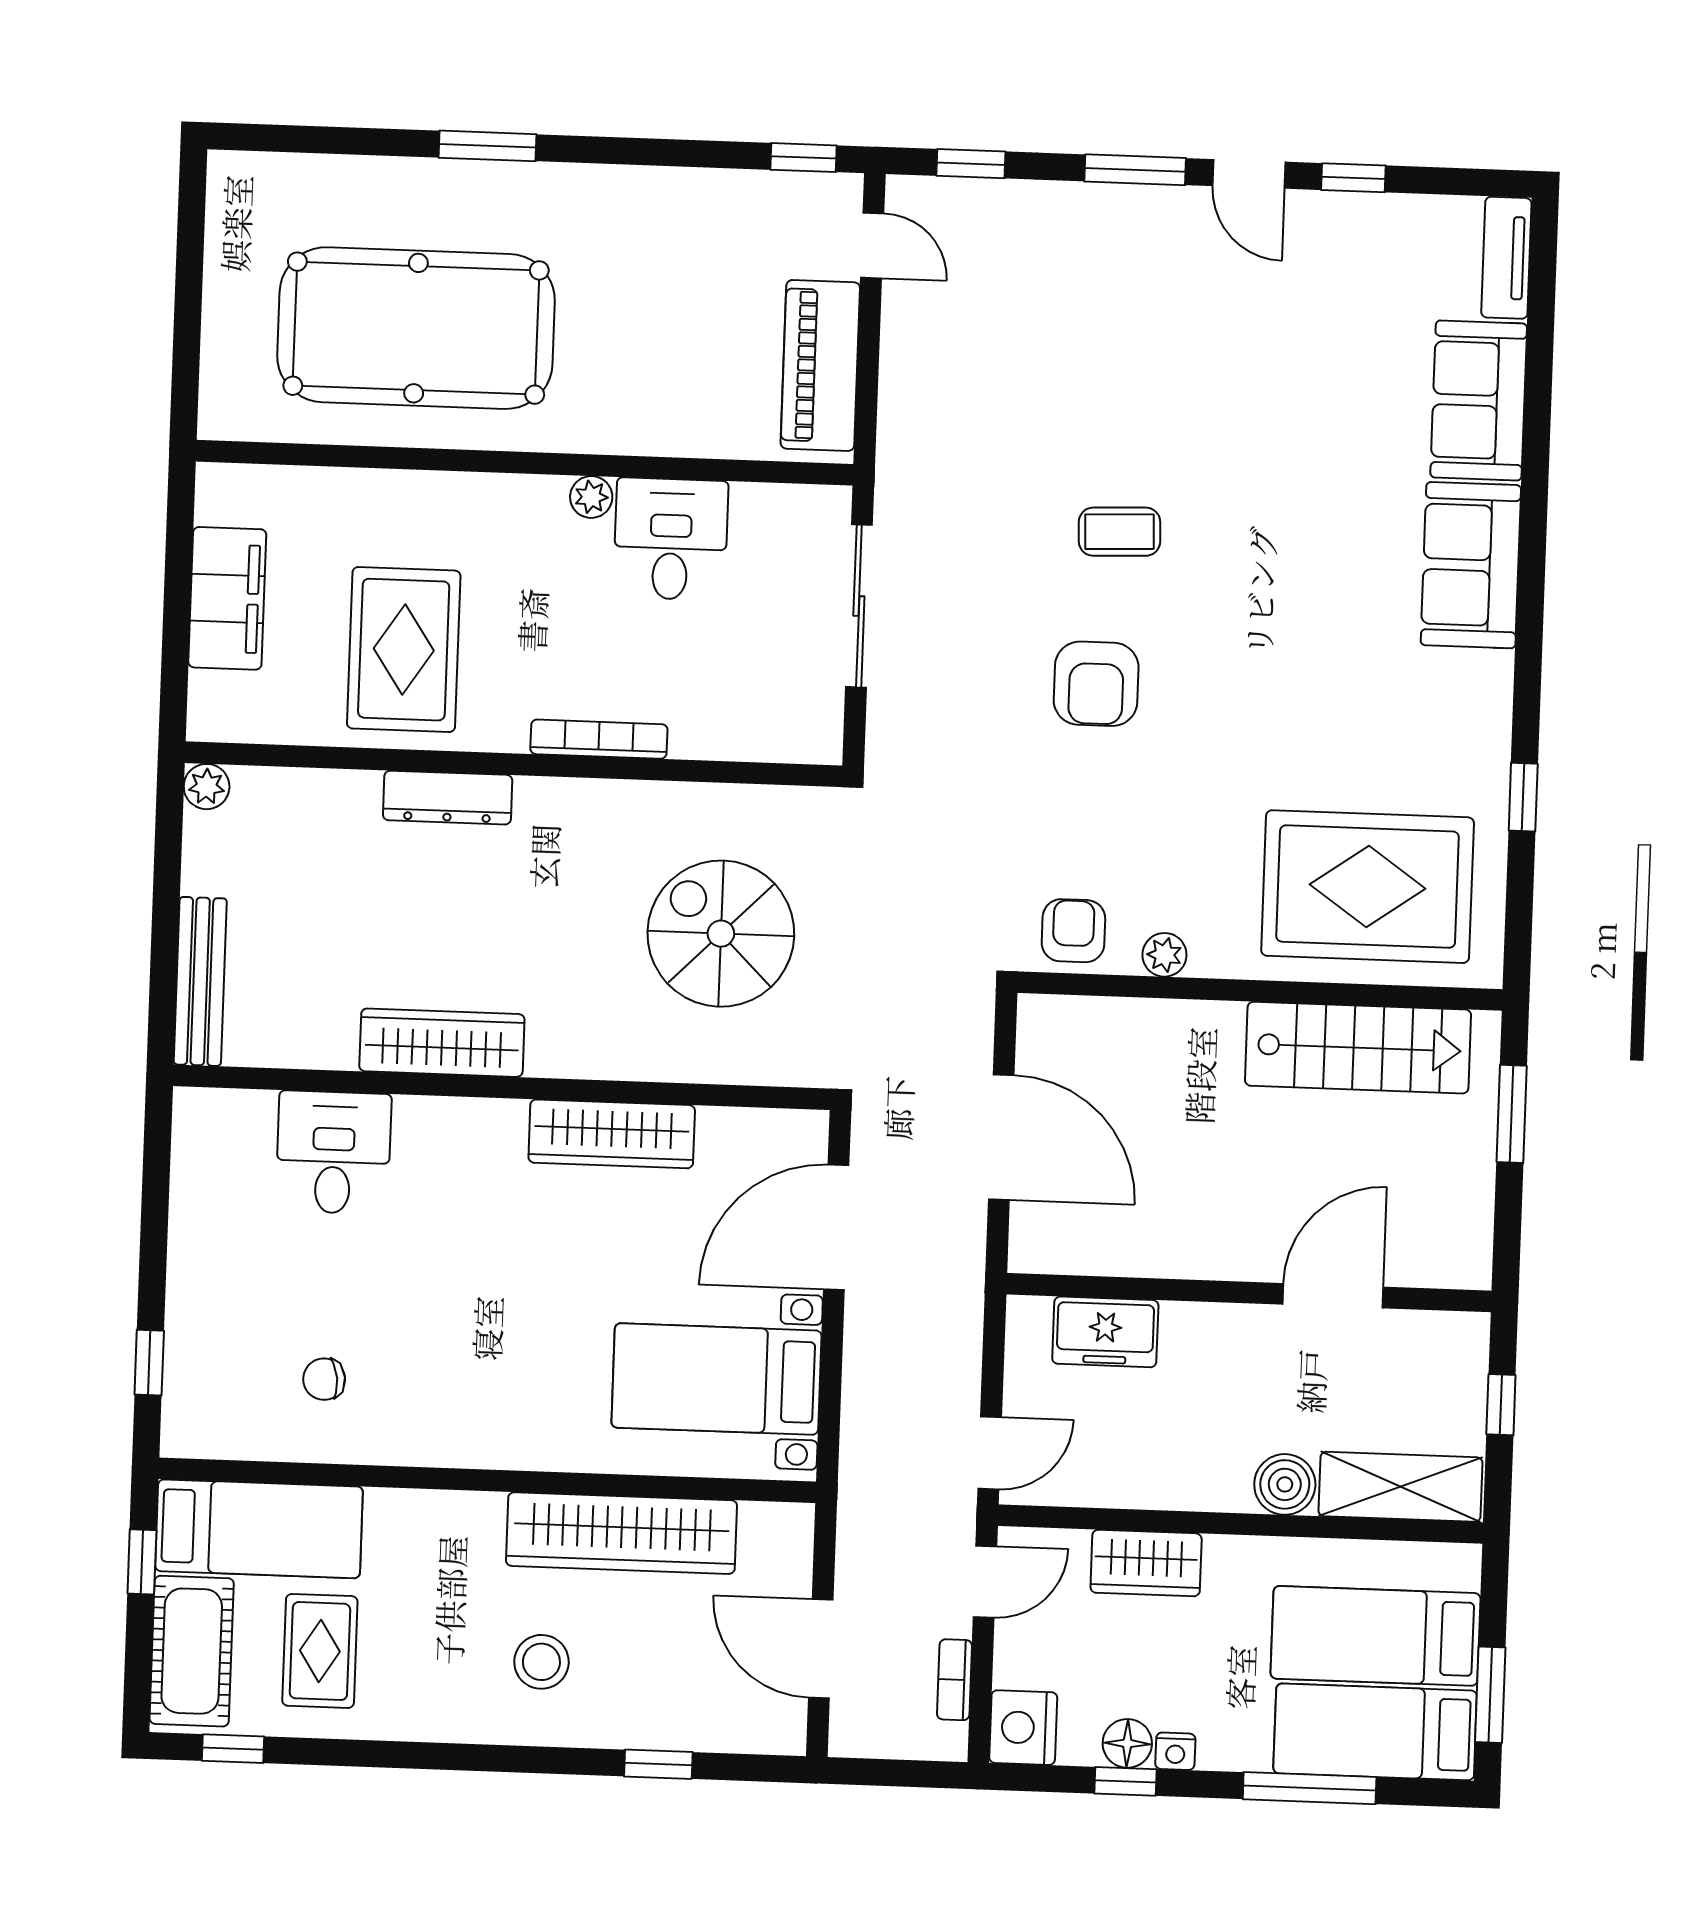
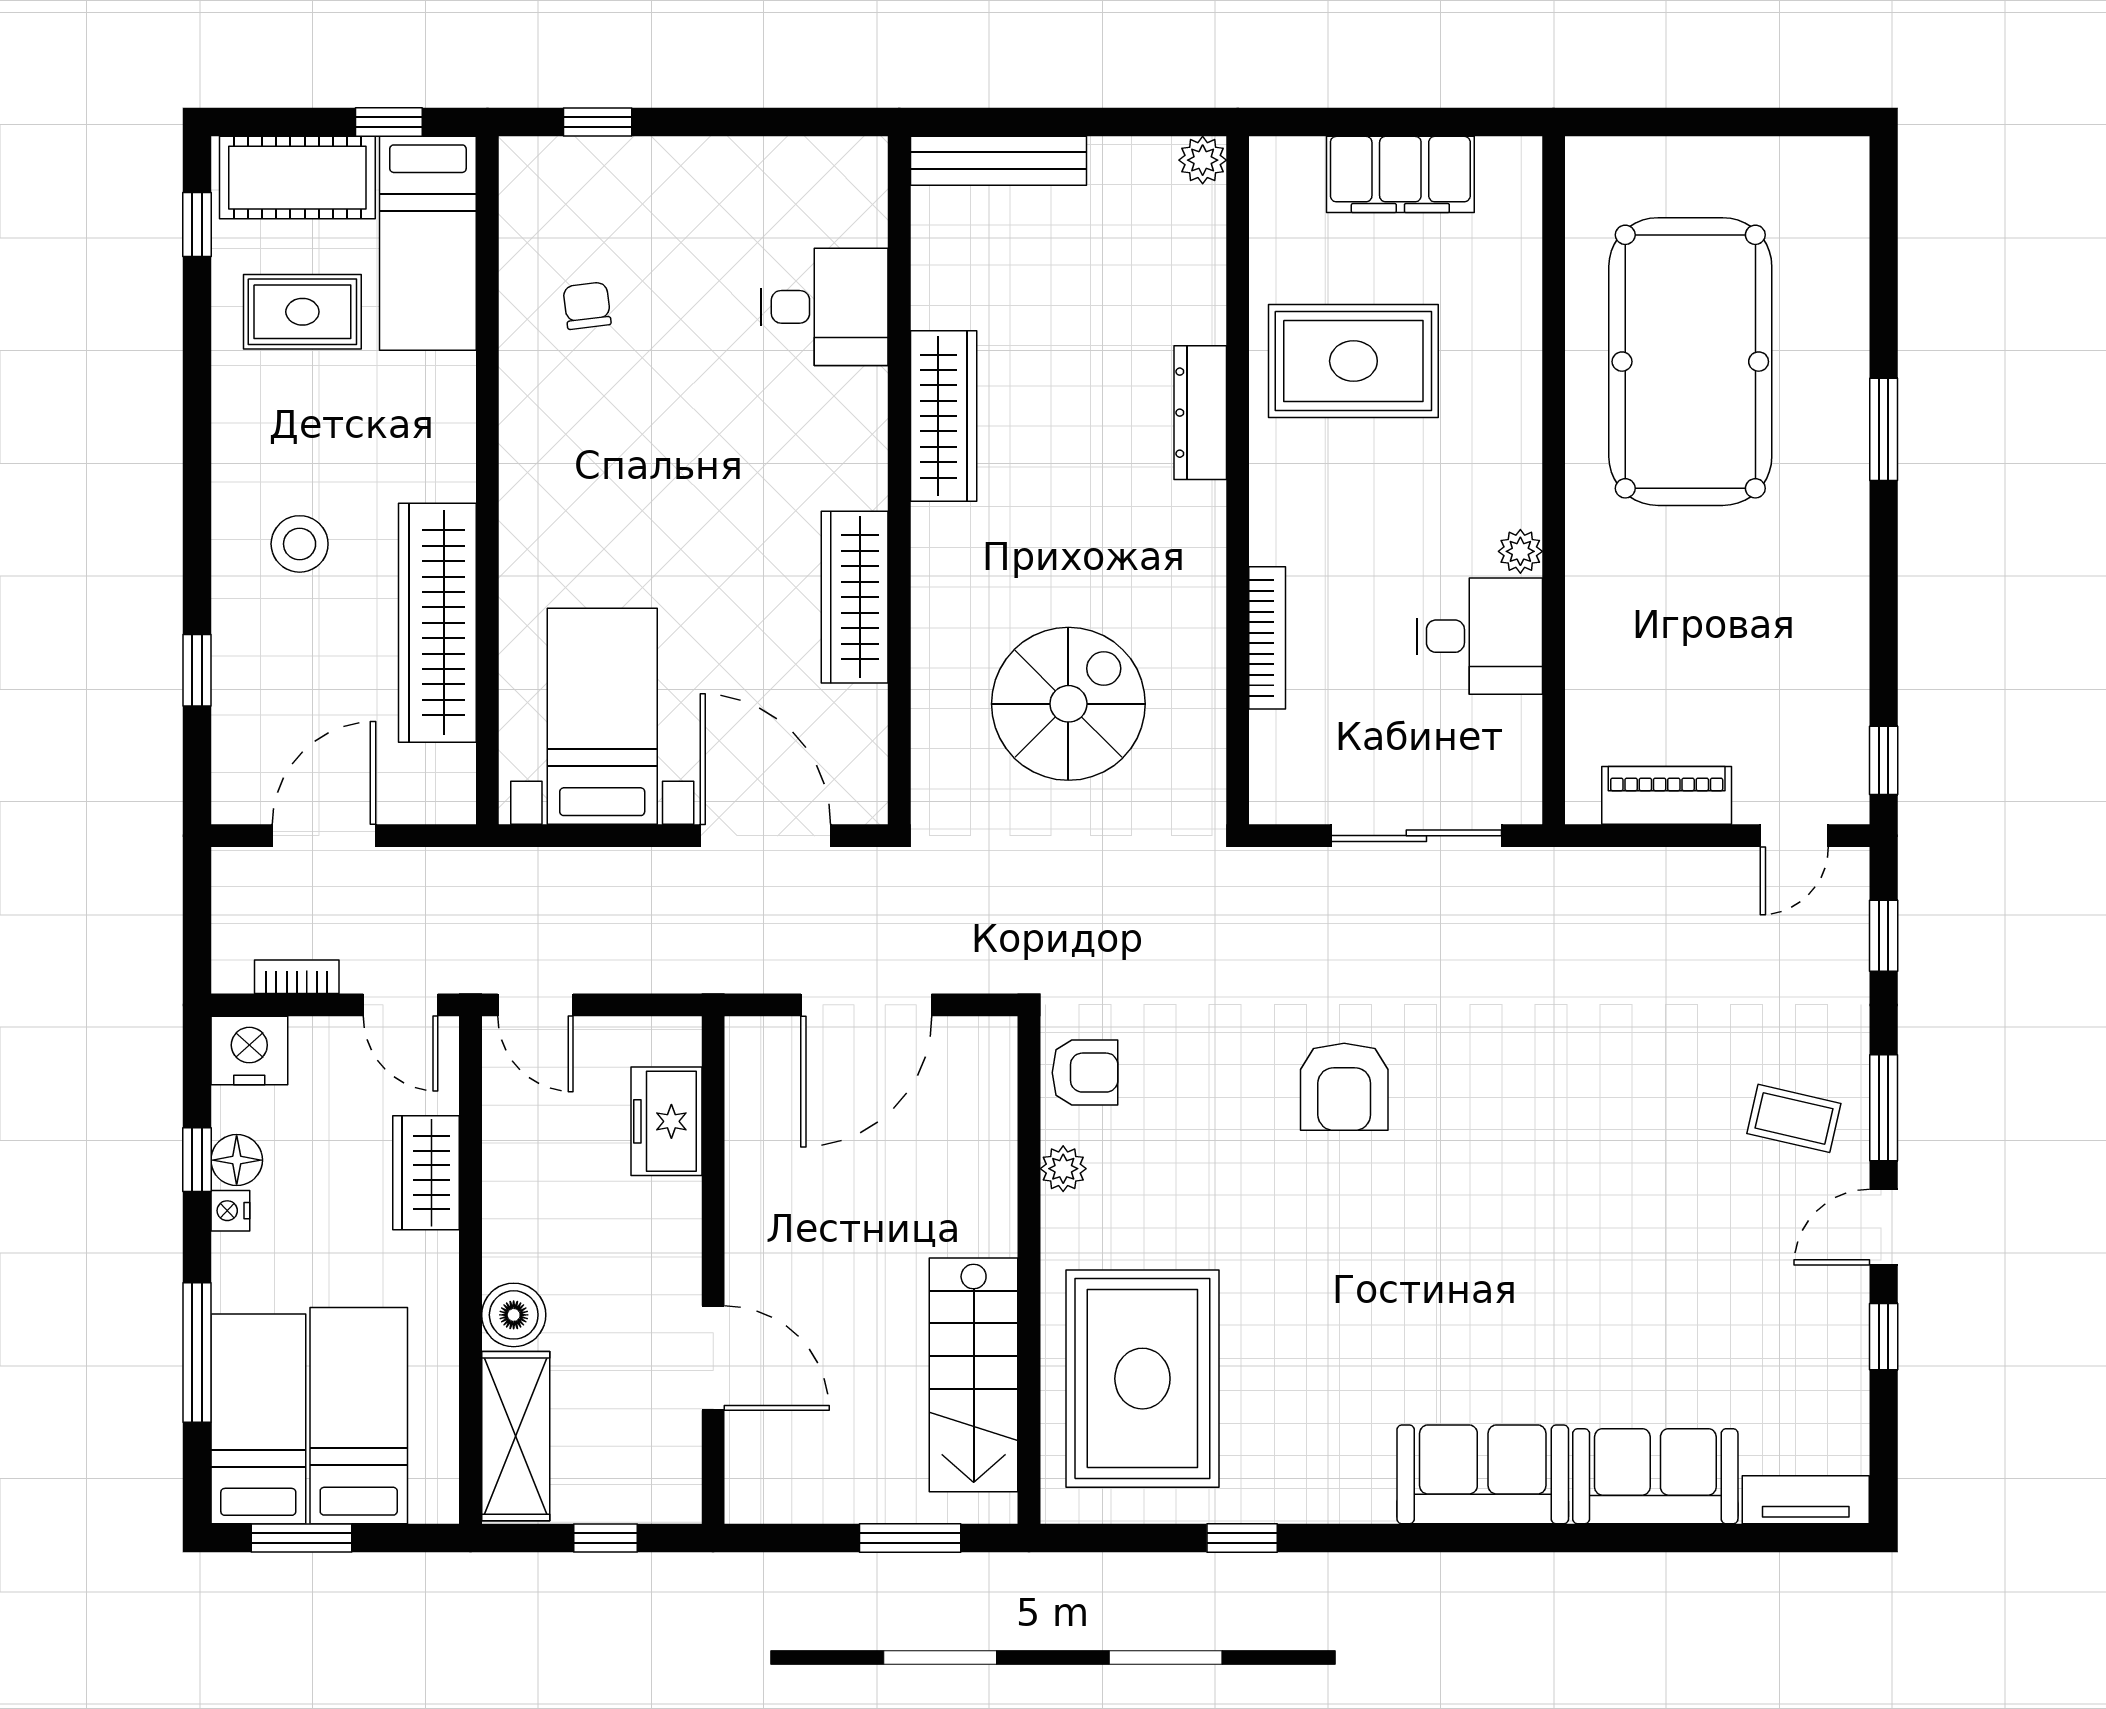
piano: (820, 365) -> (1667, 795), width x0.73, depth x0.75
coffee table: (1120, 532) -> (1794, 1118), moved, turned -75
armchair: (1096, 684) -> (1344, 1087), turned -90
bookcase: (599, 739) -> (1267, 638), moved

